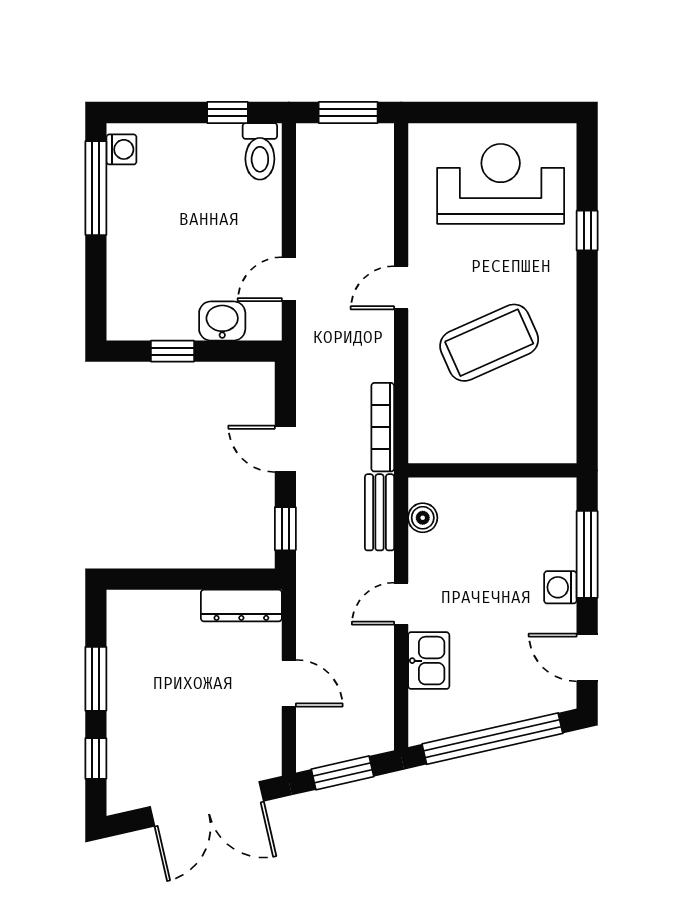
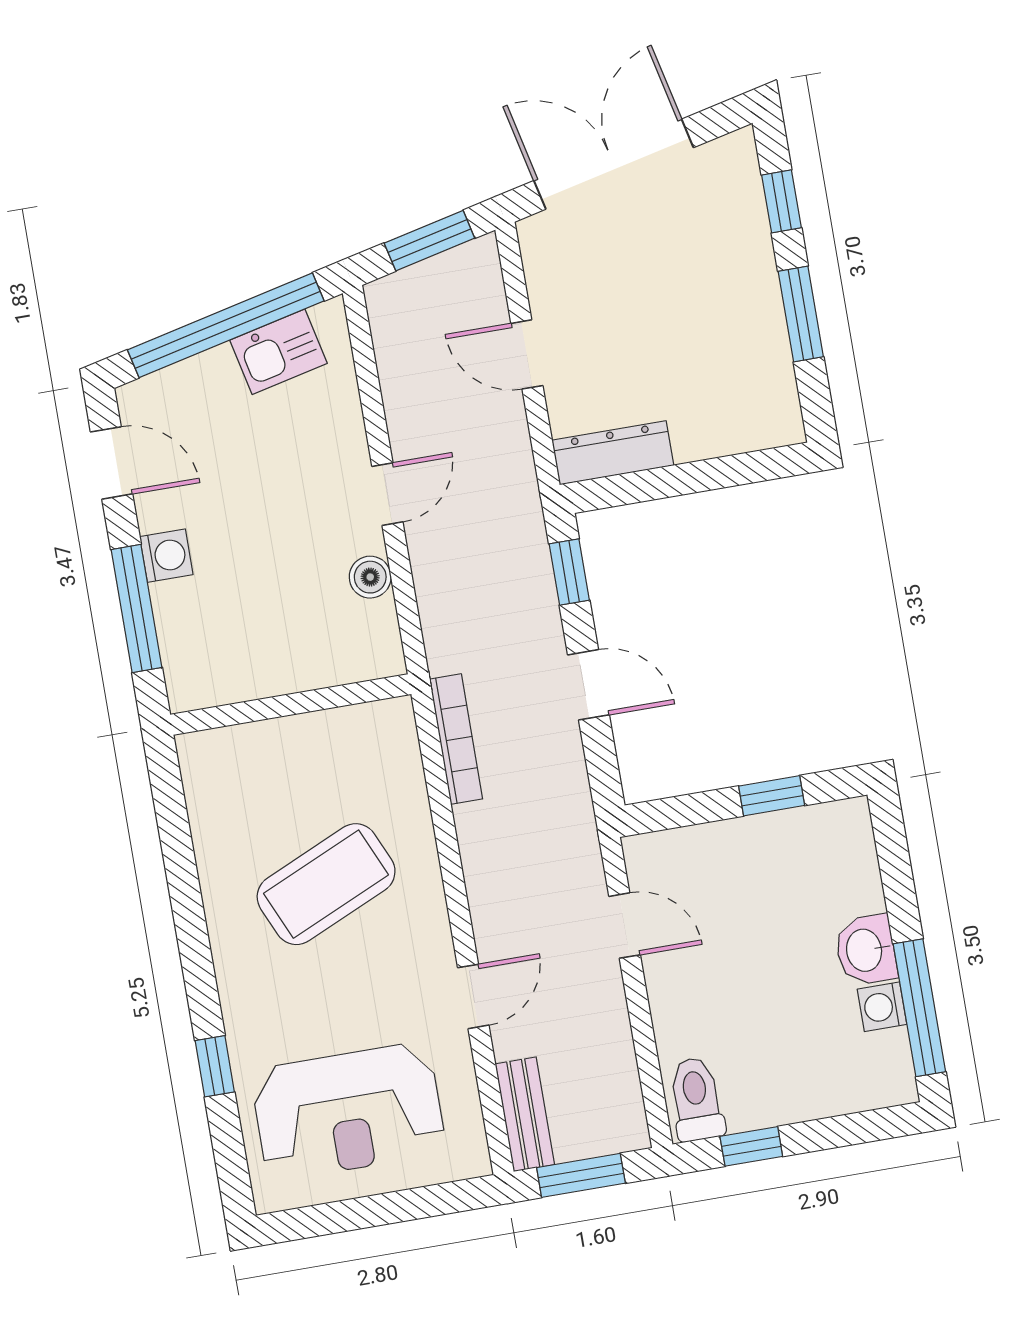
washing machine: (121, 149) -> (882, 1007), moved
door: (289, 279) -> (625, 926), hinge flipped
door: (401, 288) -> (473, 996), moved
washbasin: (222, 321) -> (866, 950), moved, turned 90
bench: (380, 512) -> (525, 1114), moved
boiler: (423, 518) -> (370, 577), moved
kitchen sink: (429, 661) -> (279, 352), moved, turned -103

